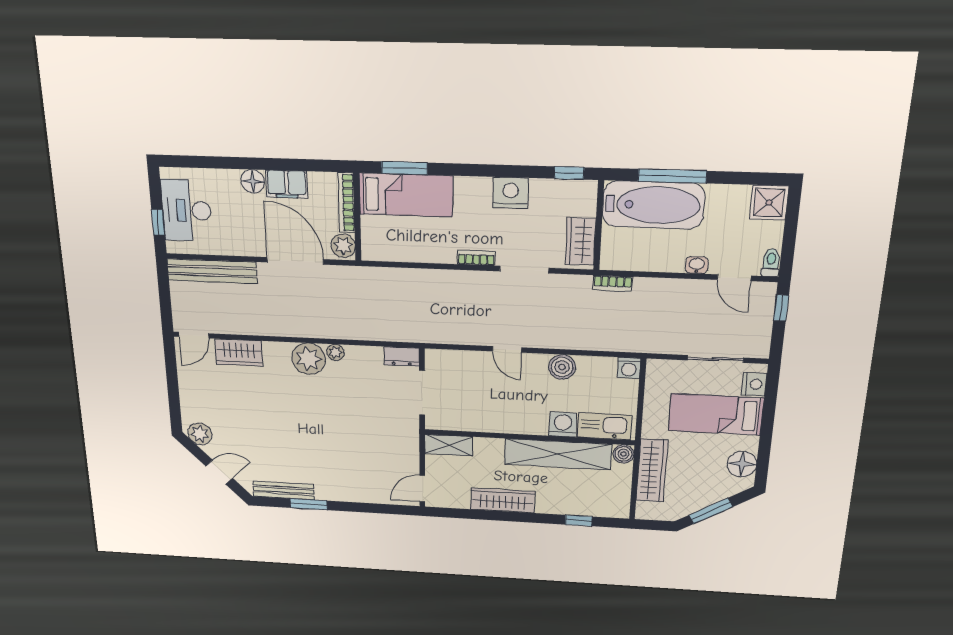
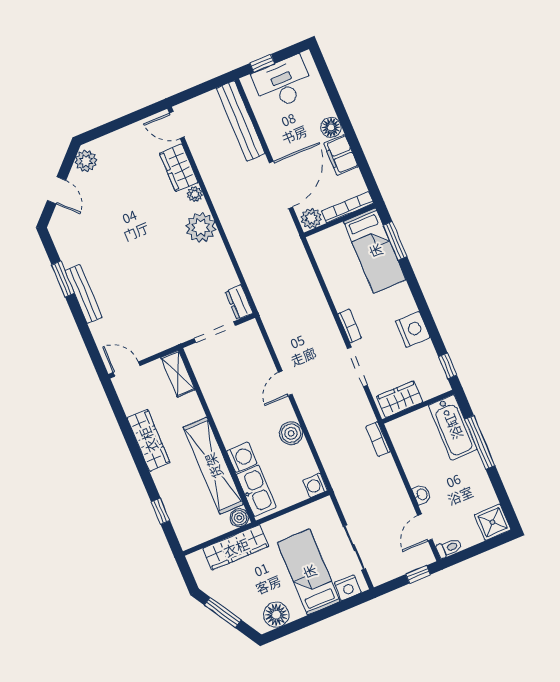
bathtub: (653, 205) -> (453, 427), width x0.73, depth x0.73
plant: (335, 352) -> (195, 194), moved
bench: (284, 490) -> (84, 294), moved

